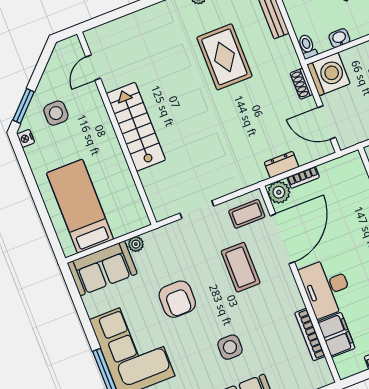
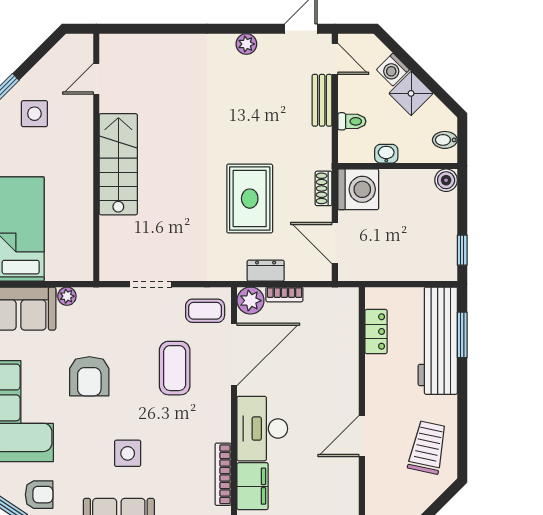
toilet: (307, 46) -> (352, 121), moved, turned 90
rug: (224, 57) -> (250, 199), moved

